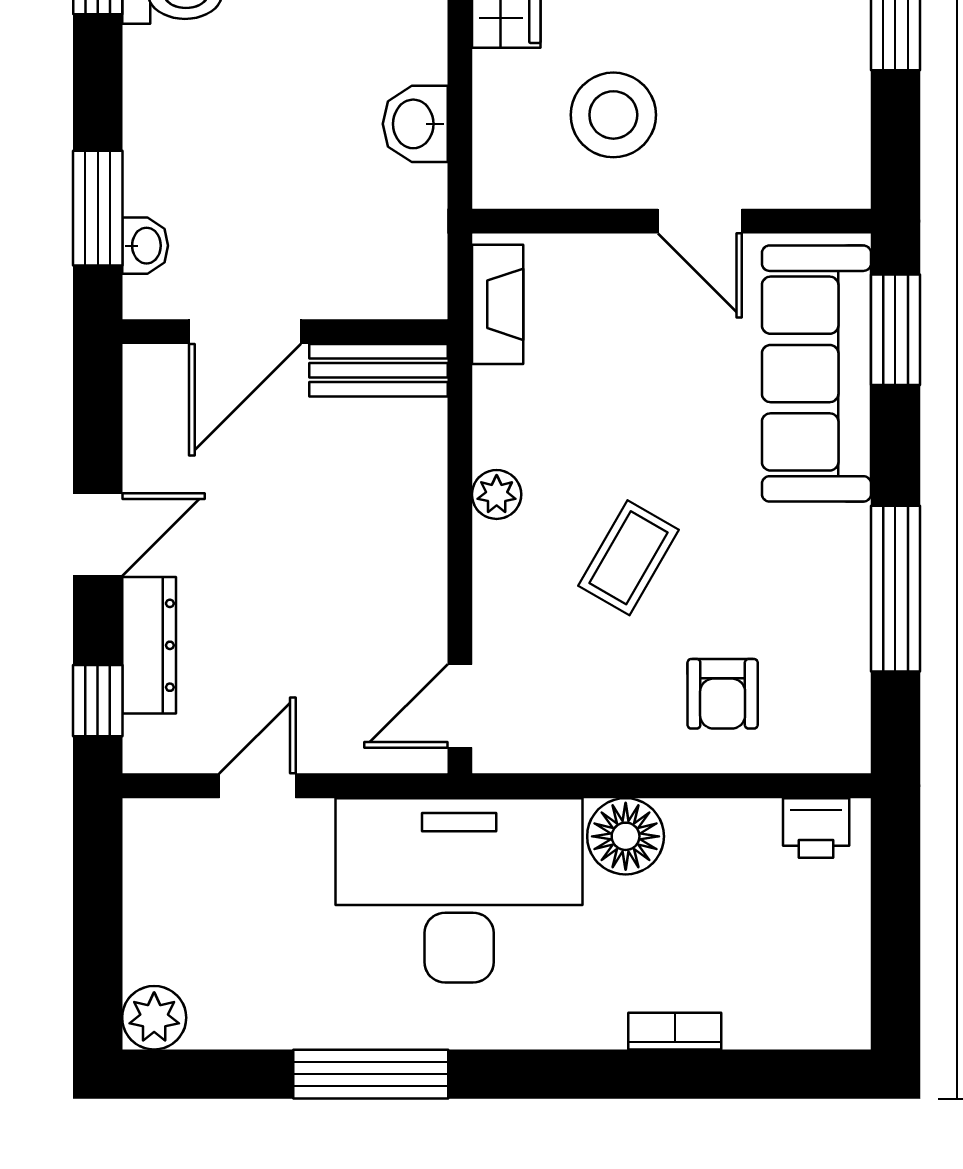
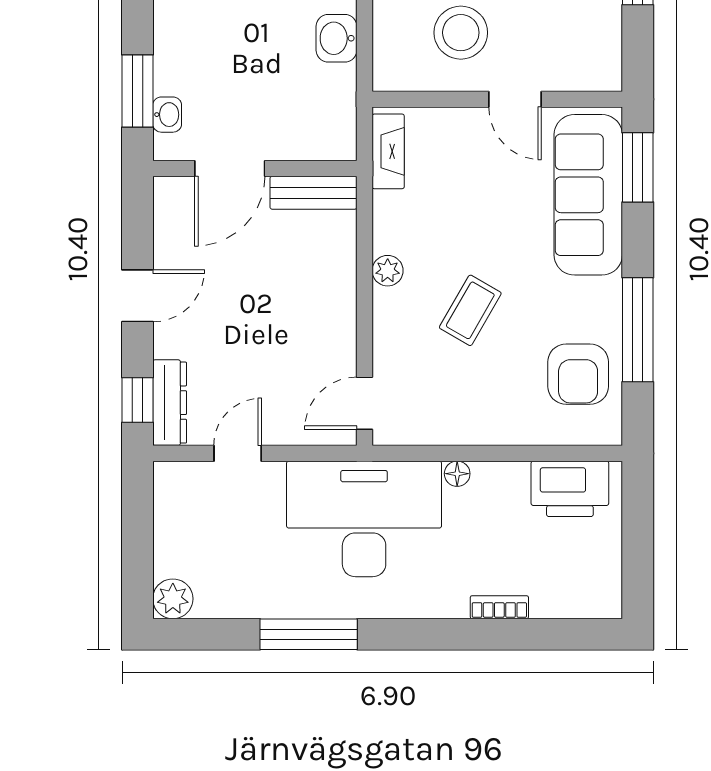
dresser: (149, 645) -> (170, 403), moved
armchair: (723, 694) -> (578, 374), moved, width x1.38, depth x1.38
printer: (816, 828) -> (570, 489), width x1.87, depth x1.48
floor lamp: (626, 836) -> (457, 474), width x0.53, depth x0.53

